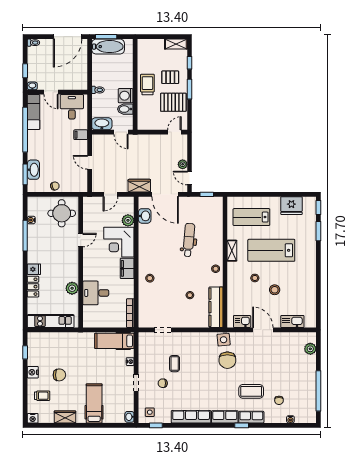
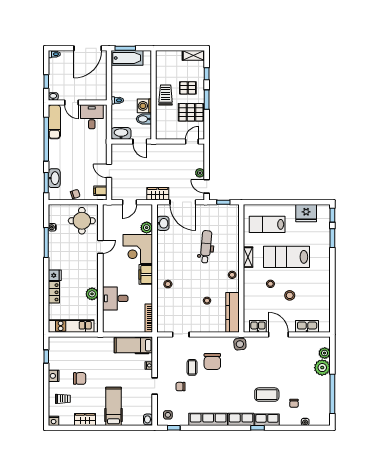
filing cabinet: (81, 135) -> (100, 191), moved
chair: (227, 360) -> (212, 361), moved
plant: (308, 364) -> (322, 368), added

